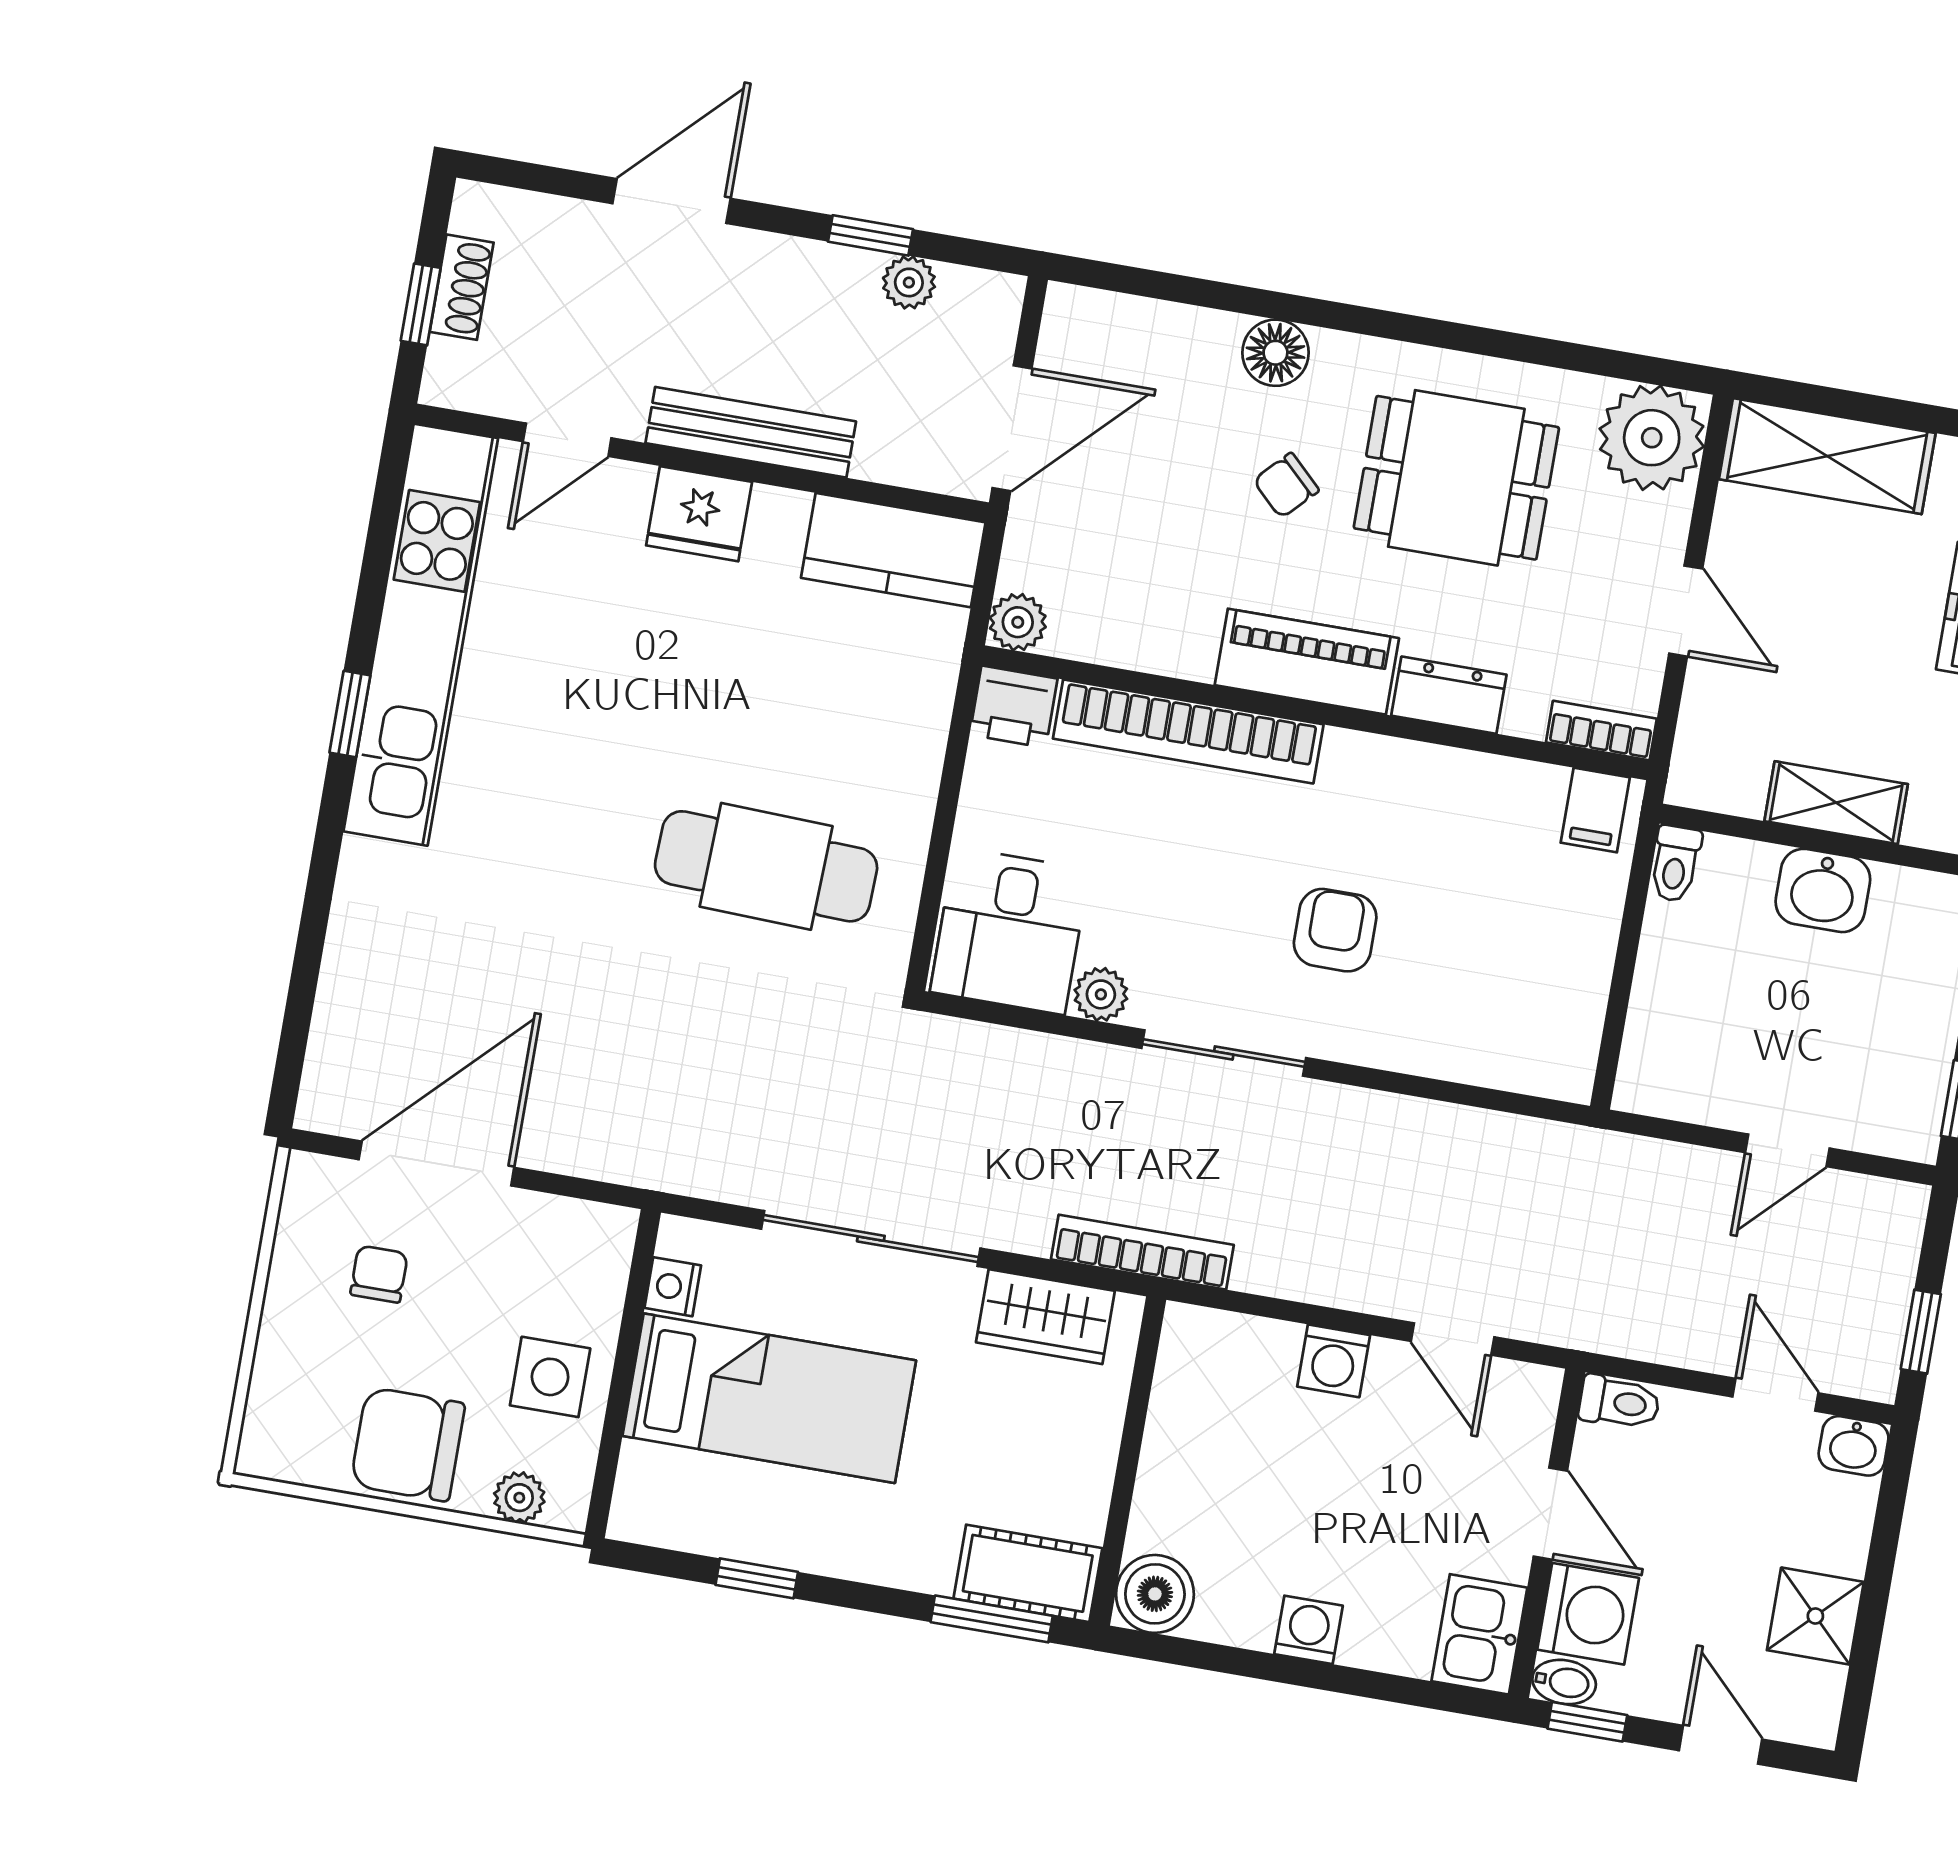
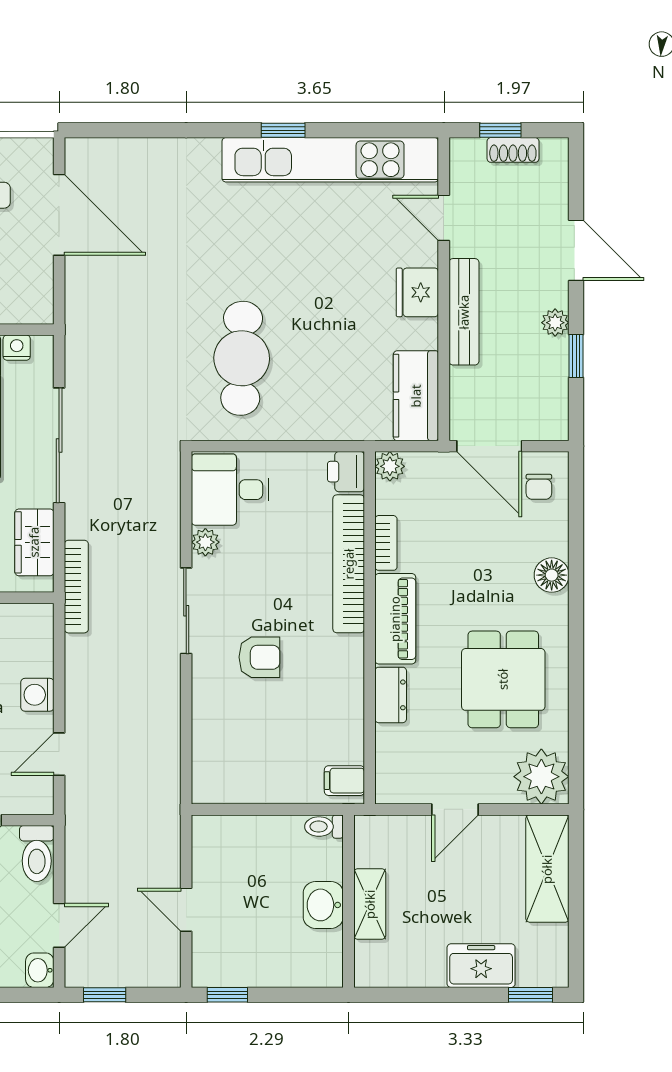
plant: (909, 282) -> (555, 323), moved
chair: (1286, 485) -> (539, 487), moved, turned -134
bookcase: (1601, 731) -> (386, 543), moved
toilet: (1619, 1402) -> (37, 854), width x1.37, depth x1.39

